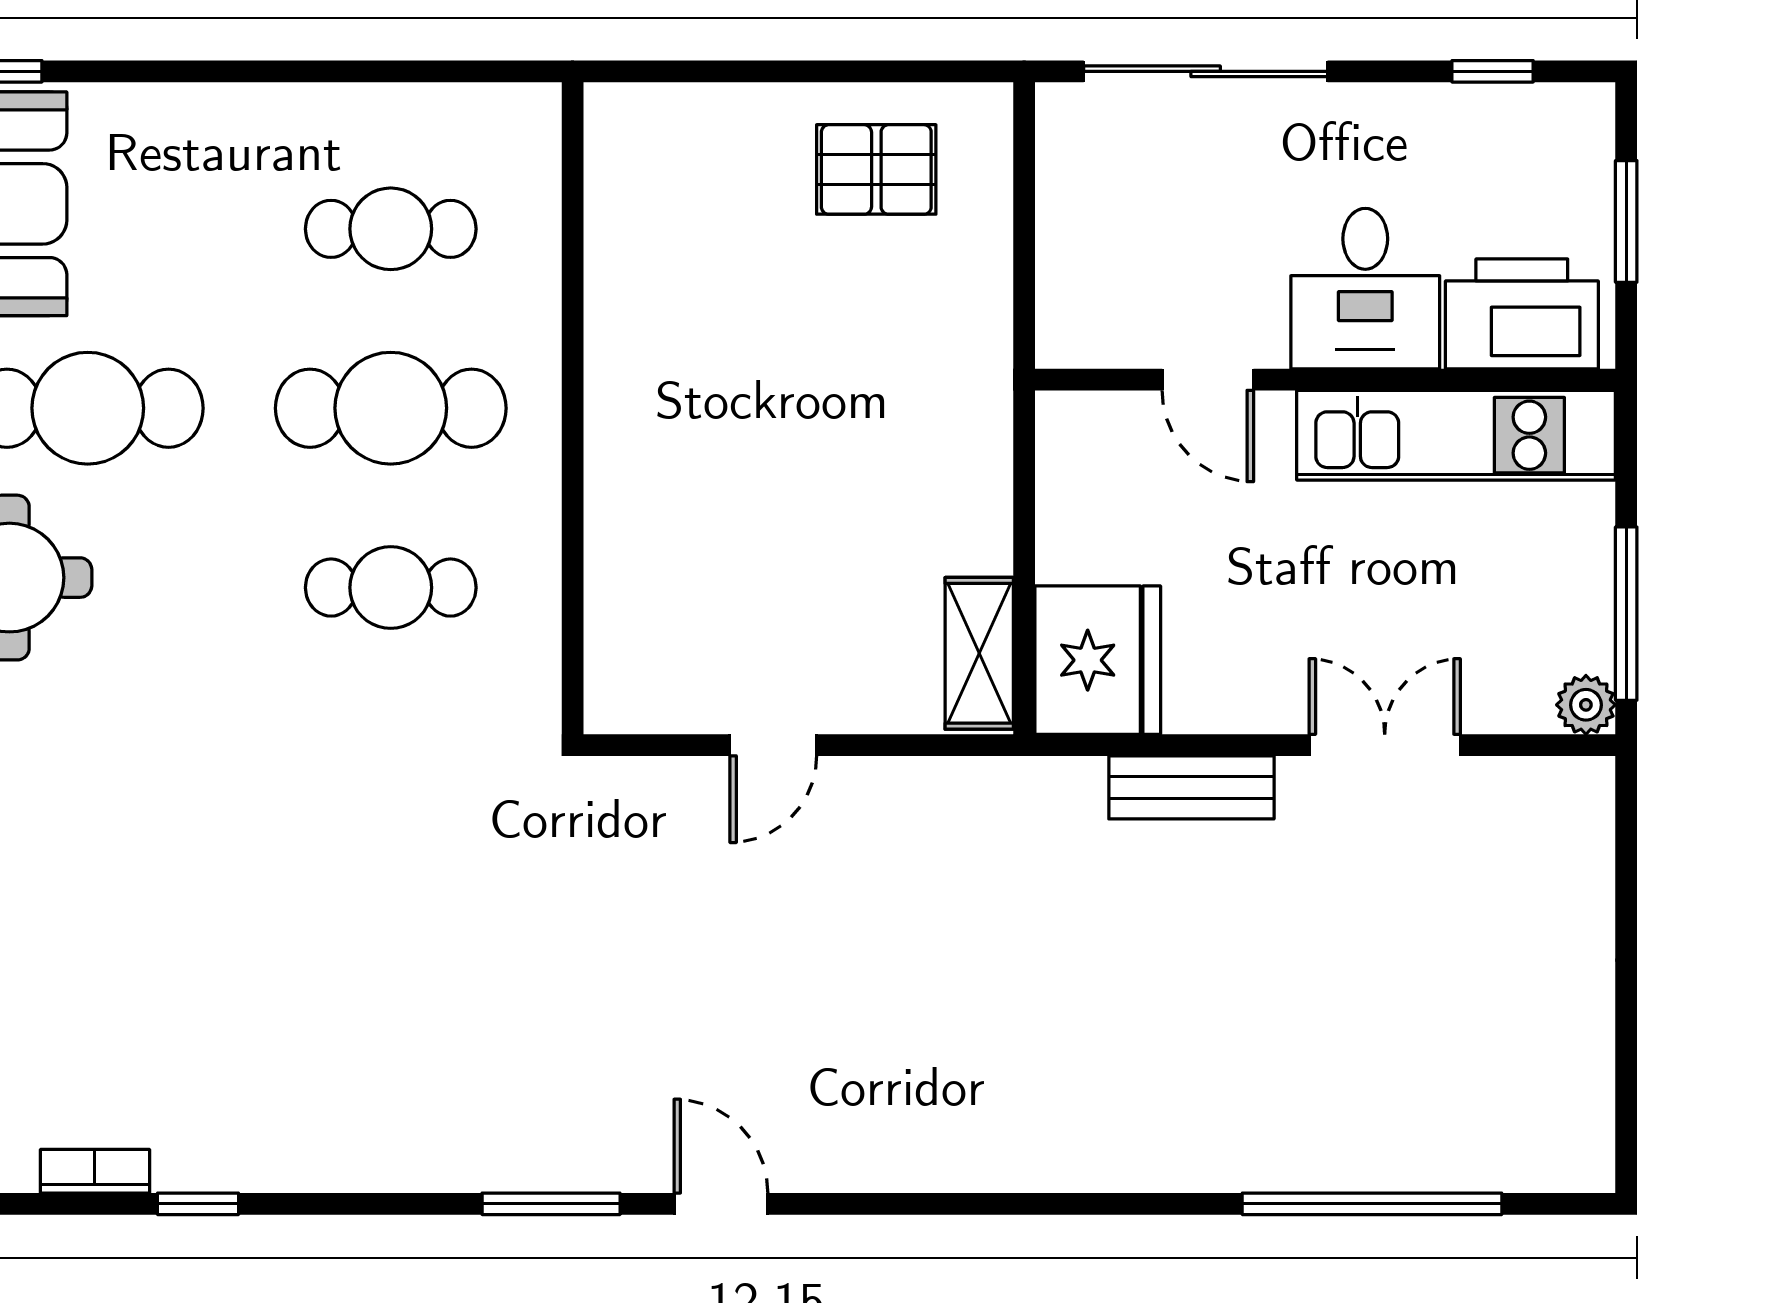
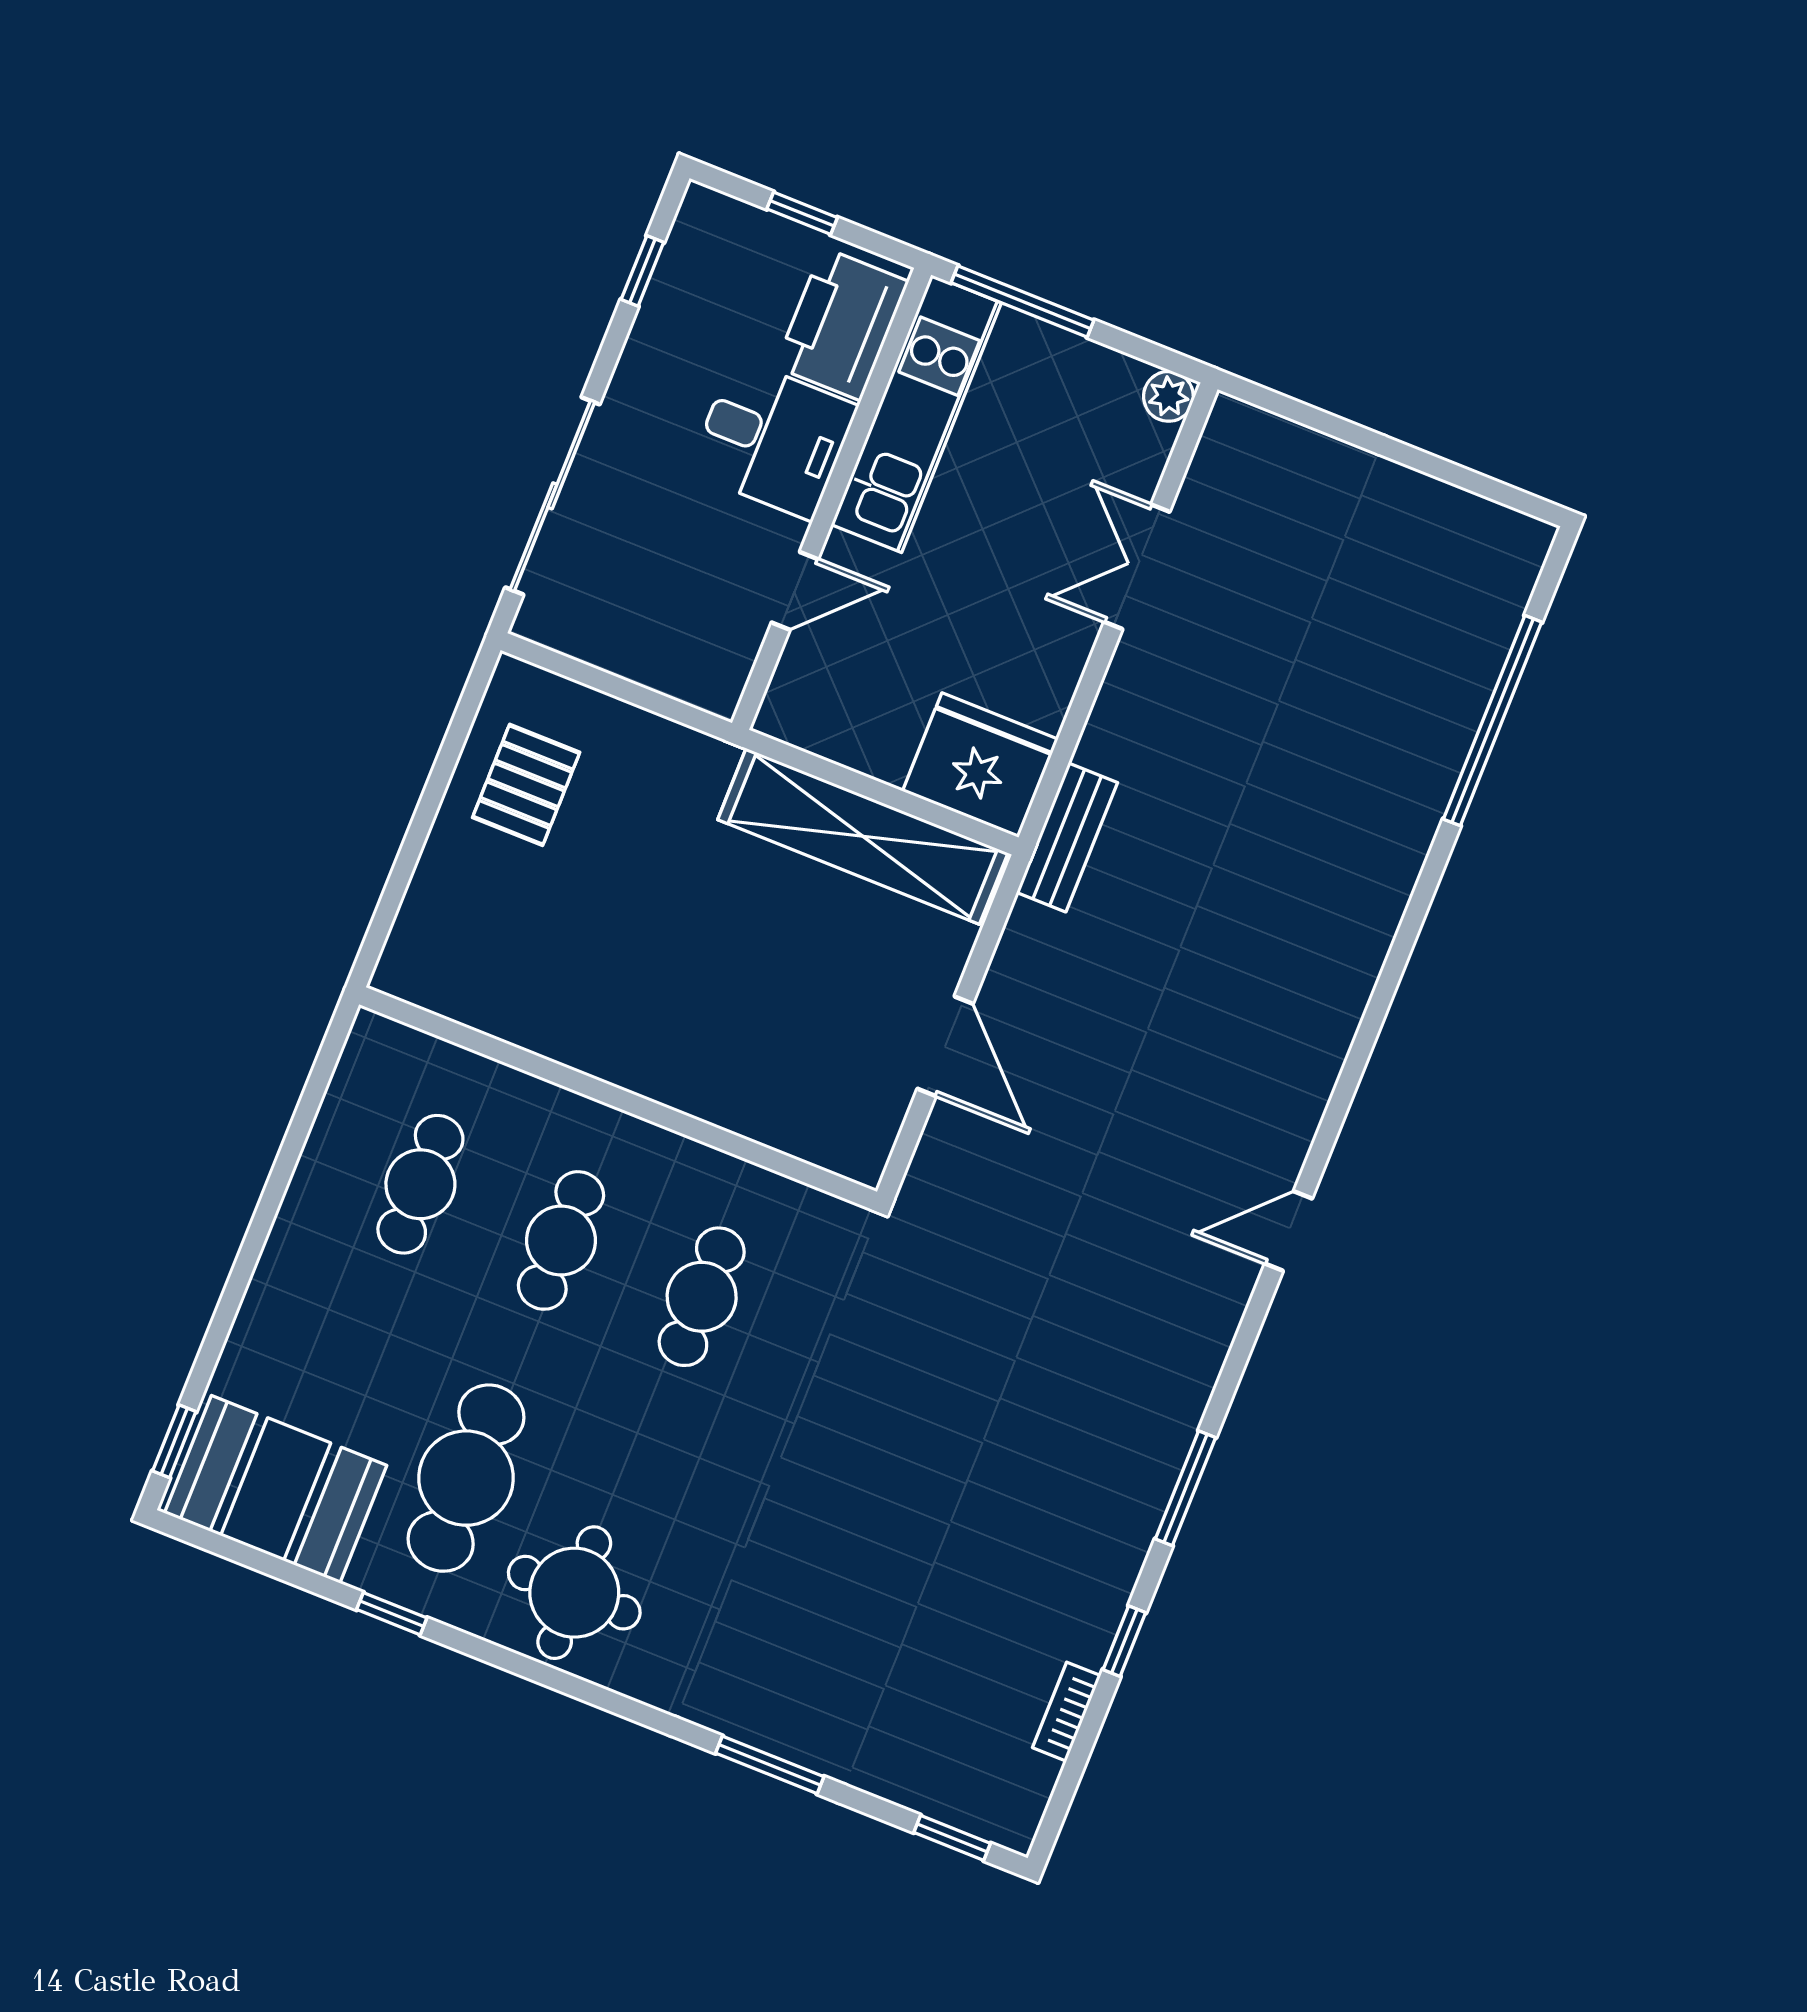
window: (1626, 221) -> (802, 213), width x0.67
cafe table: (391, 408) -> (561, 1240), width x0.73, depth x0.74
window: (1626, 614) -> (1022, 301), moved
shelving: (979, 653) -> (863, 836), width x2.20, depth x1.33
door: (773, 745) -> (945, 1046), width x1.38
bench: (1191, 787) -> (1067, 837), moved
window: (551, 1204) -> (1186, 1488), moved

